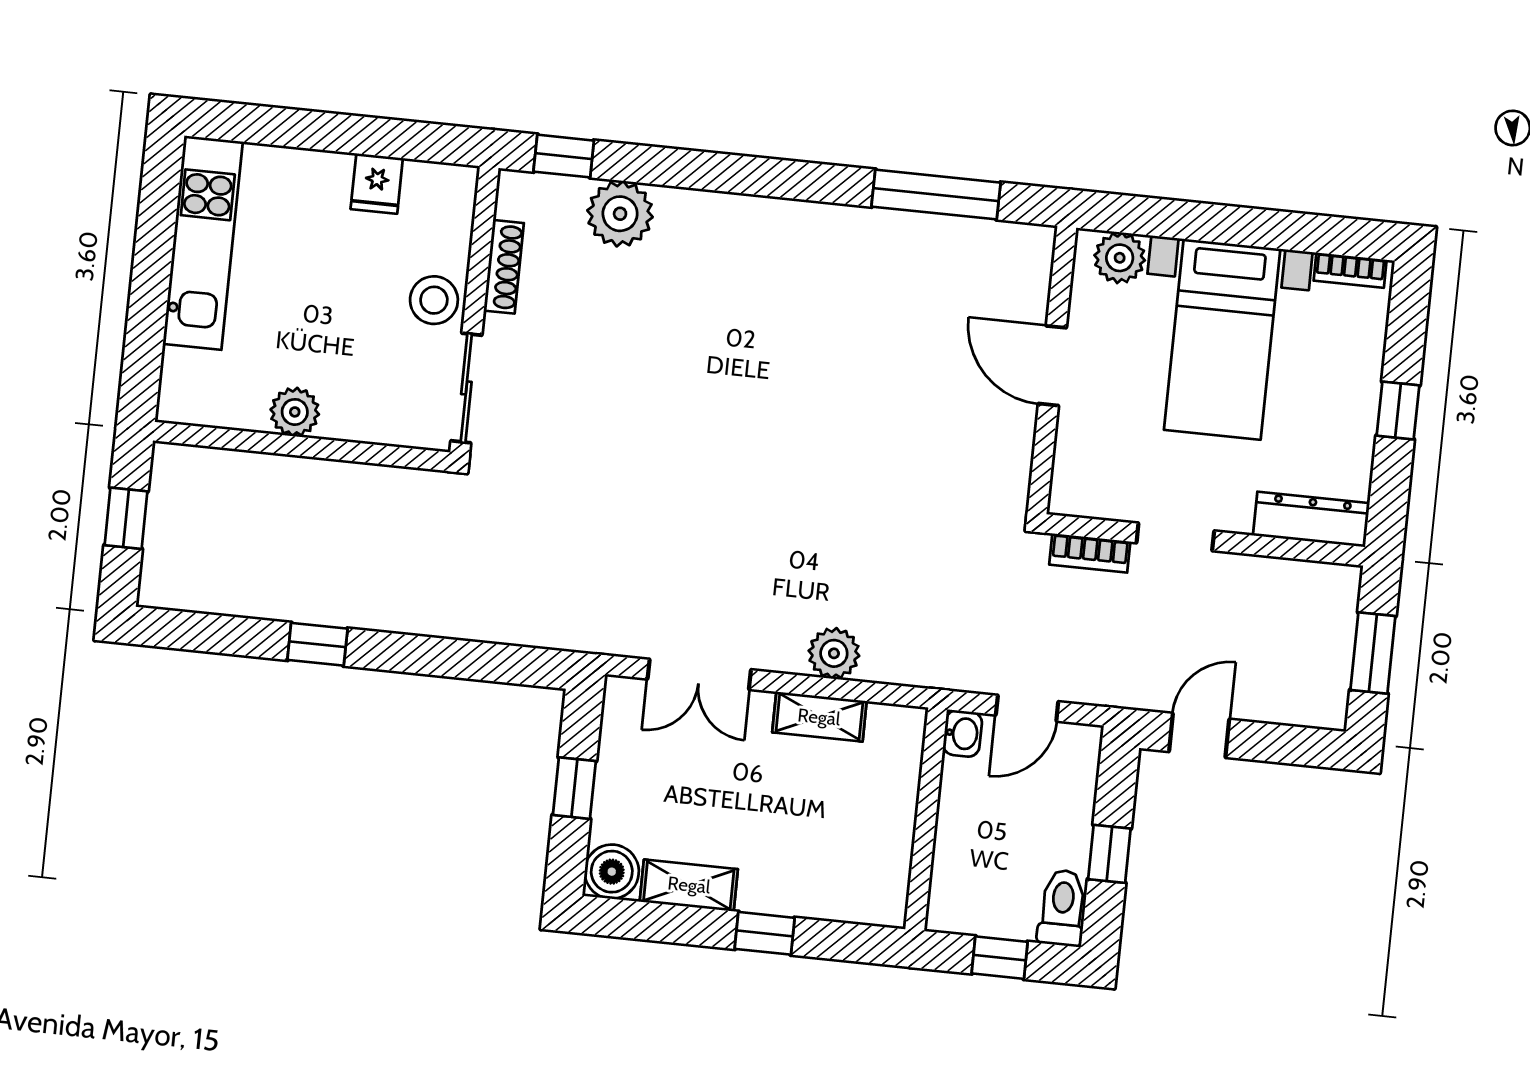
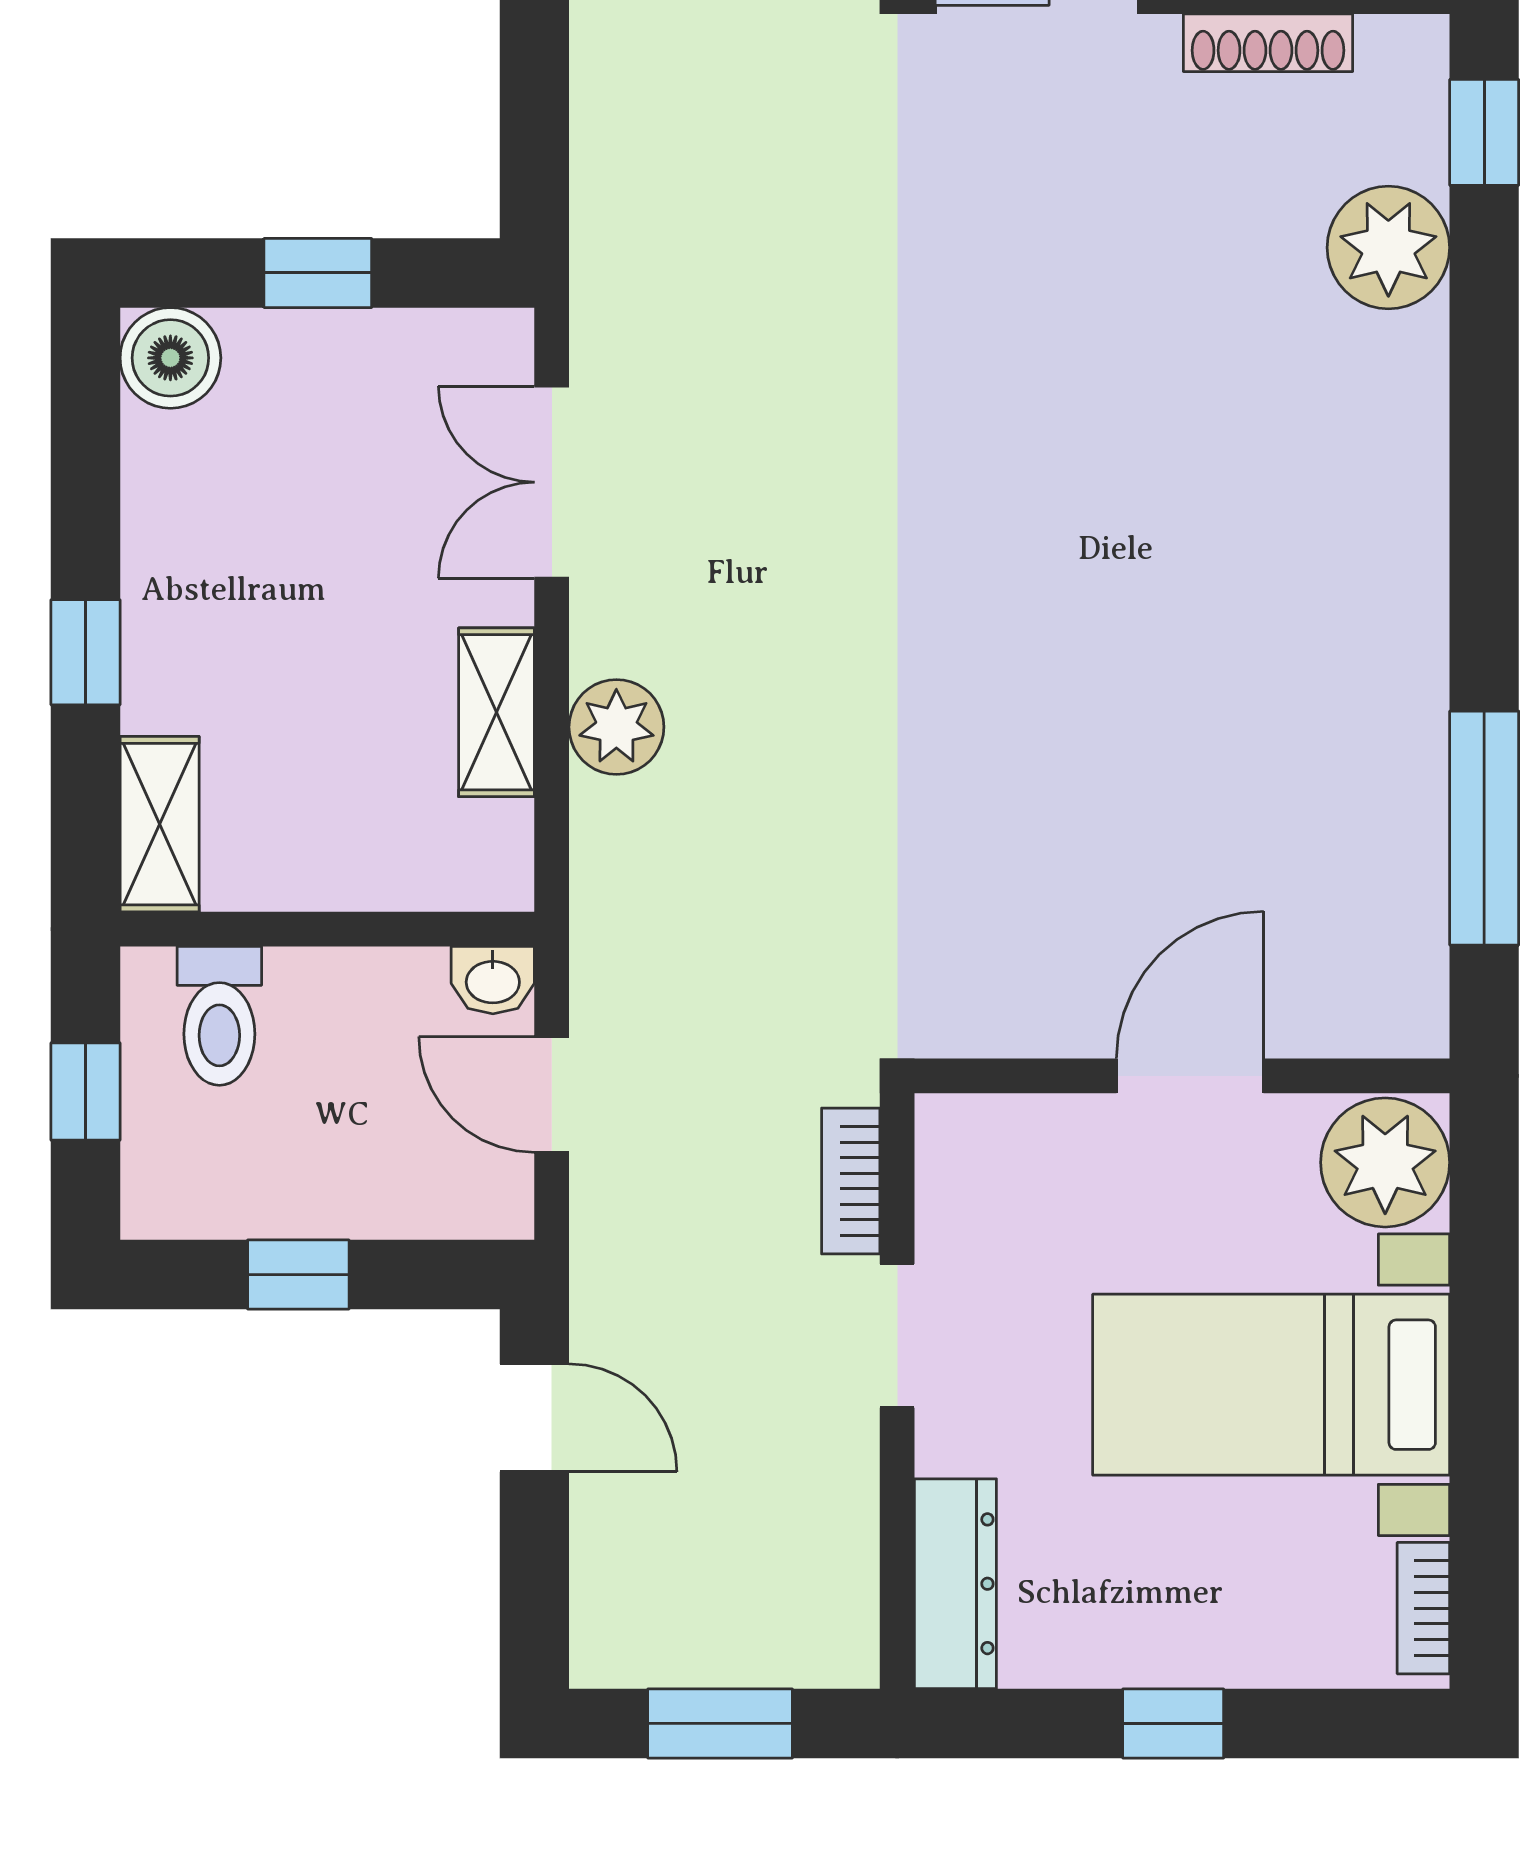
plant: (1120, 258) -> (1385, 1162), width x1.36, depth x1.36
shelving: (689, 885) -> (160, 824), moved
toilet: (1062, 908) -> (219, 1016), moved, turned 90

